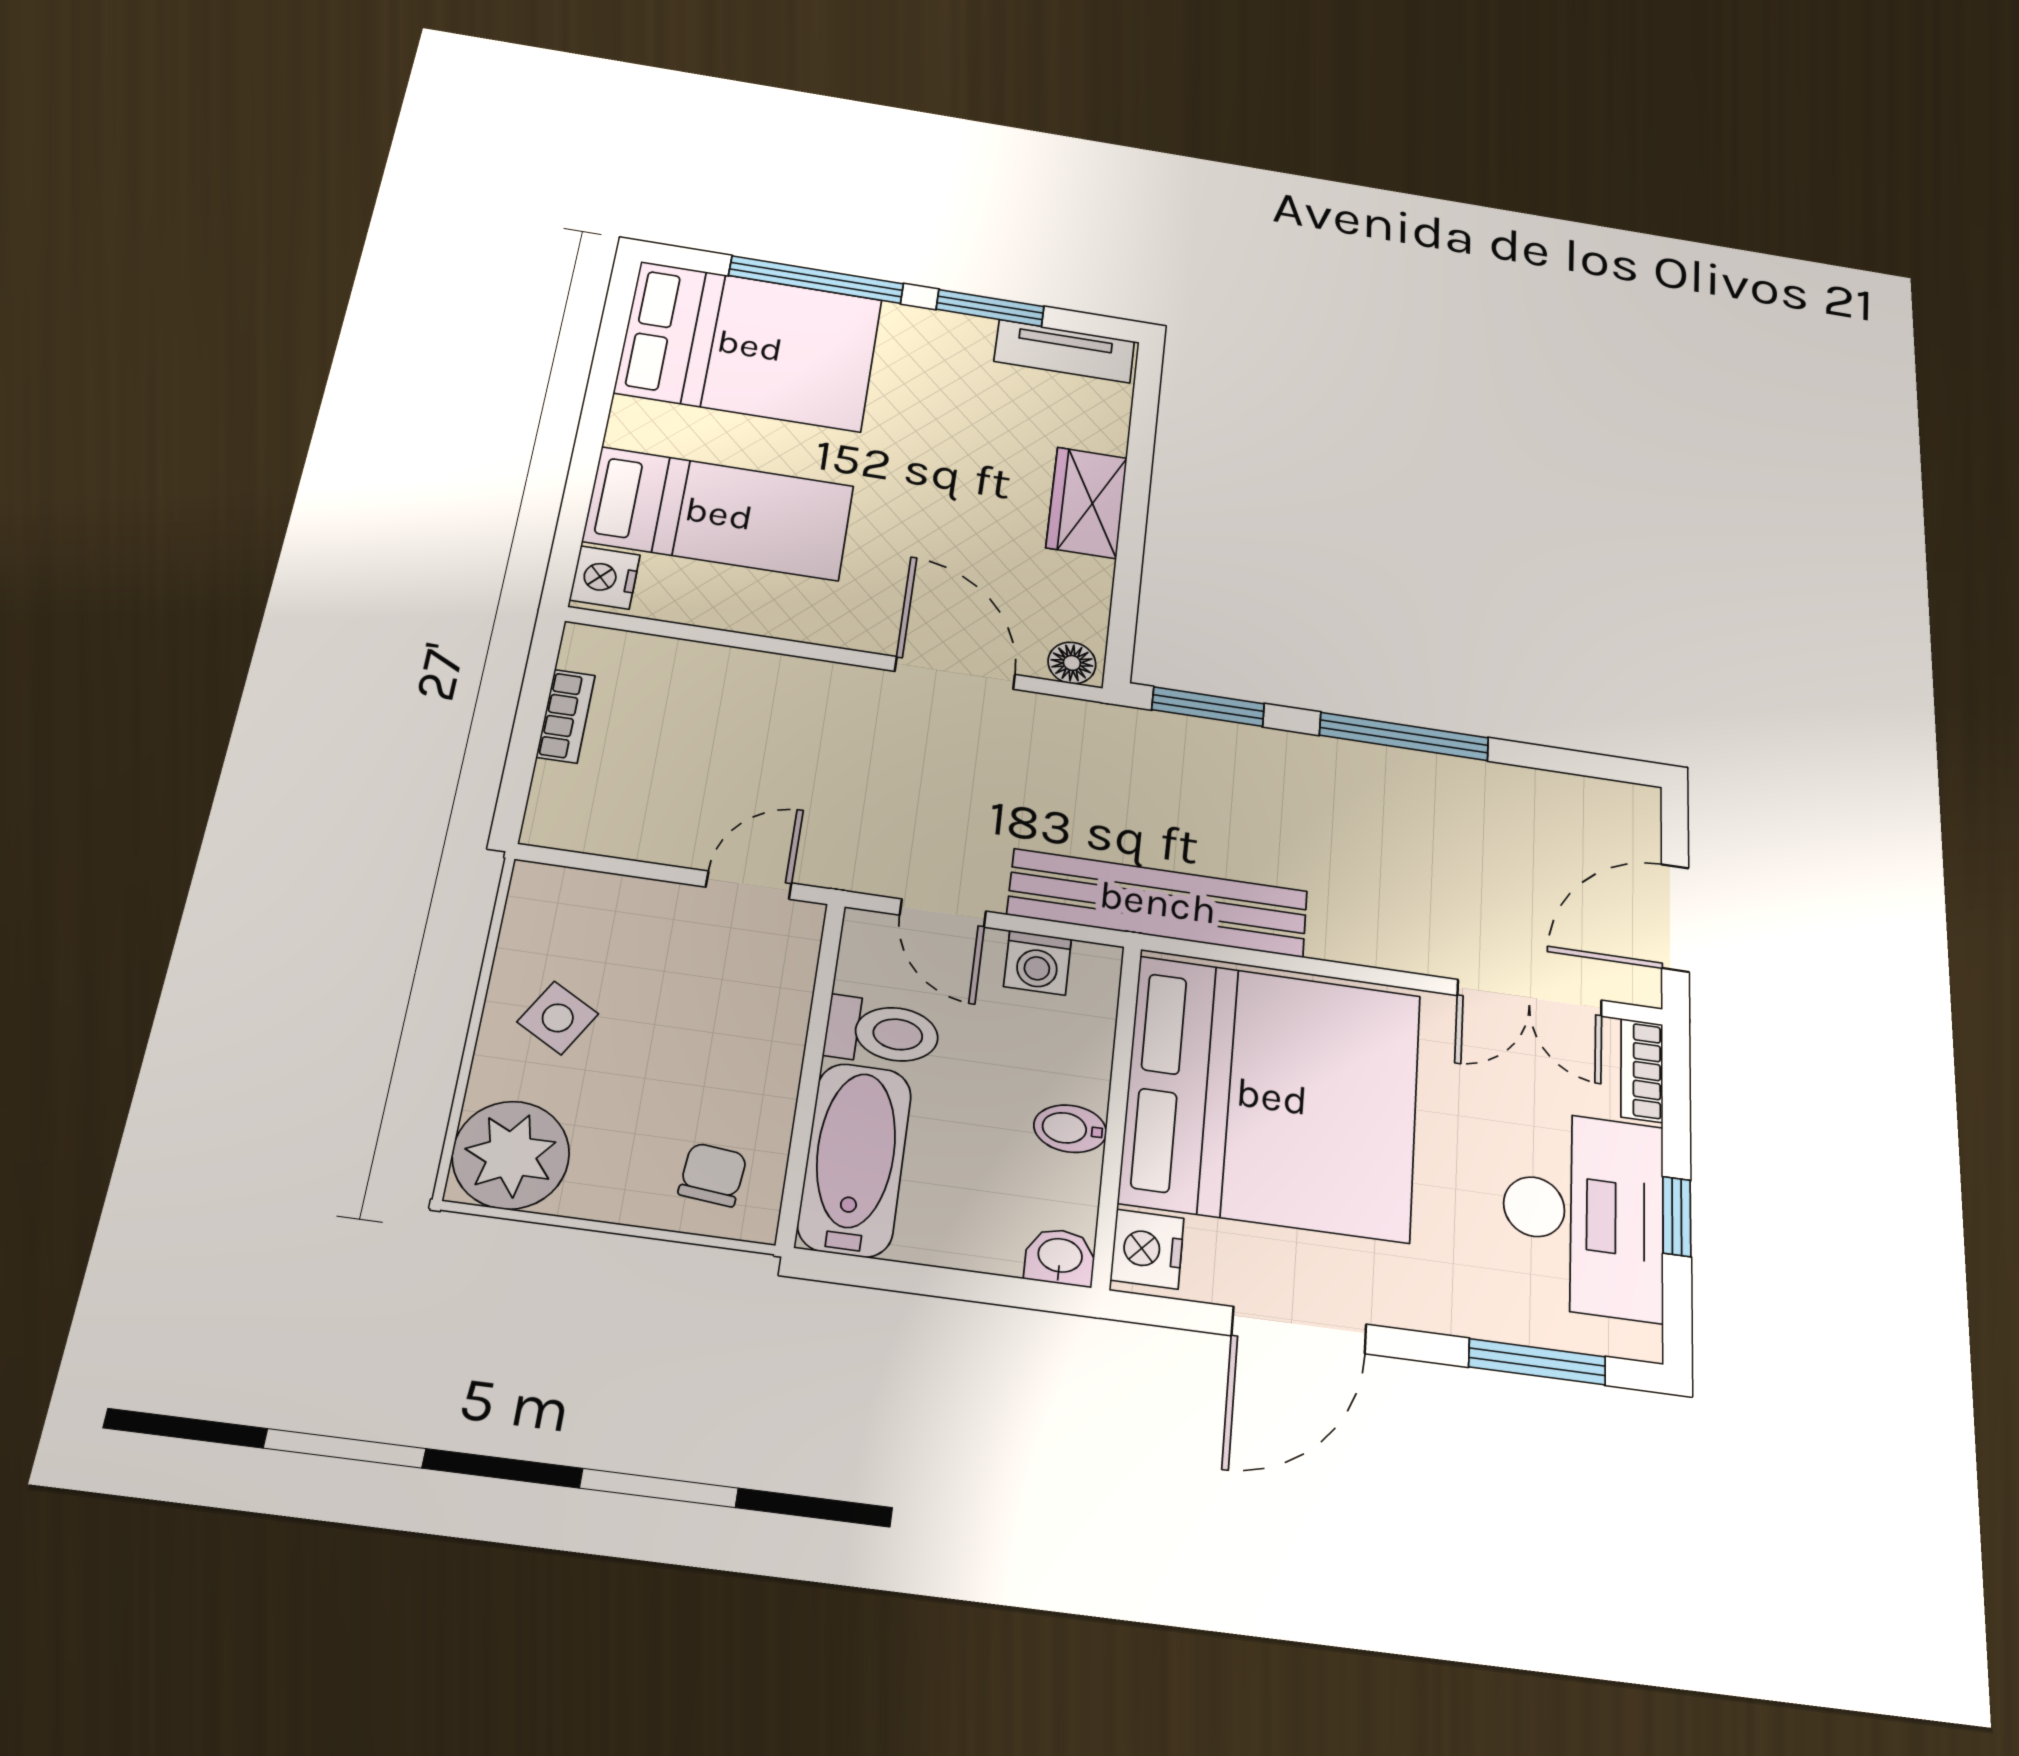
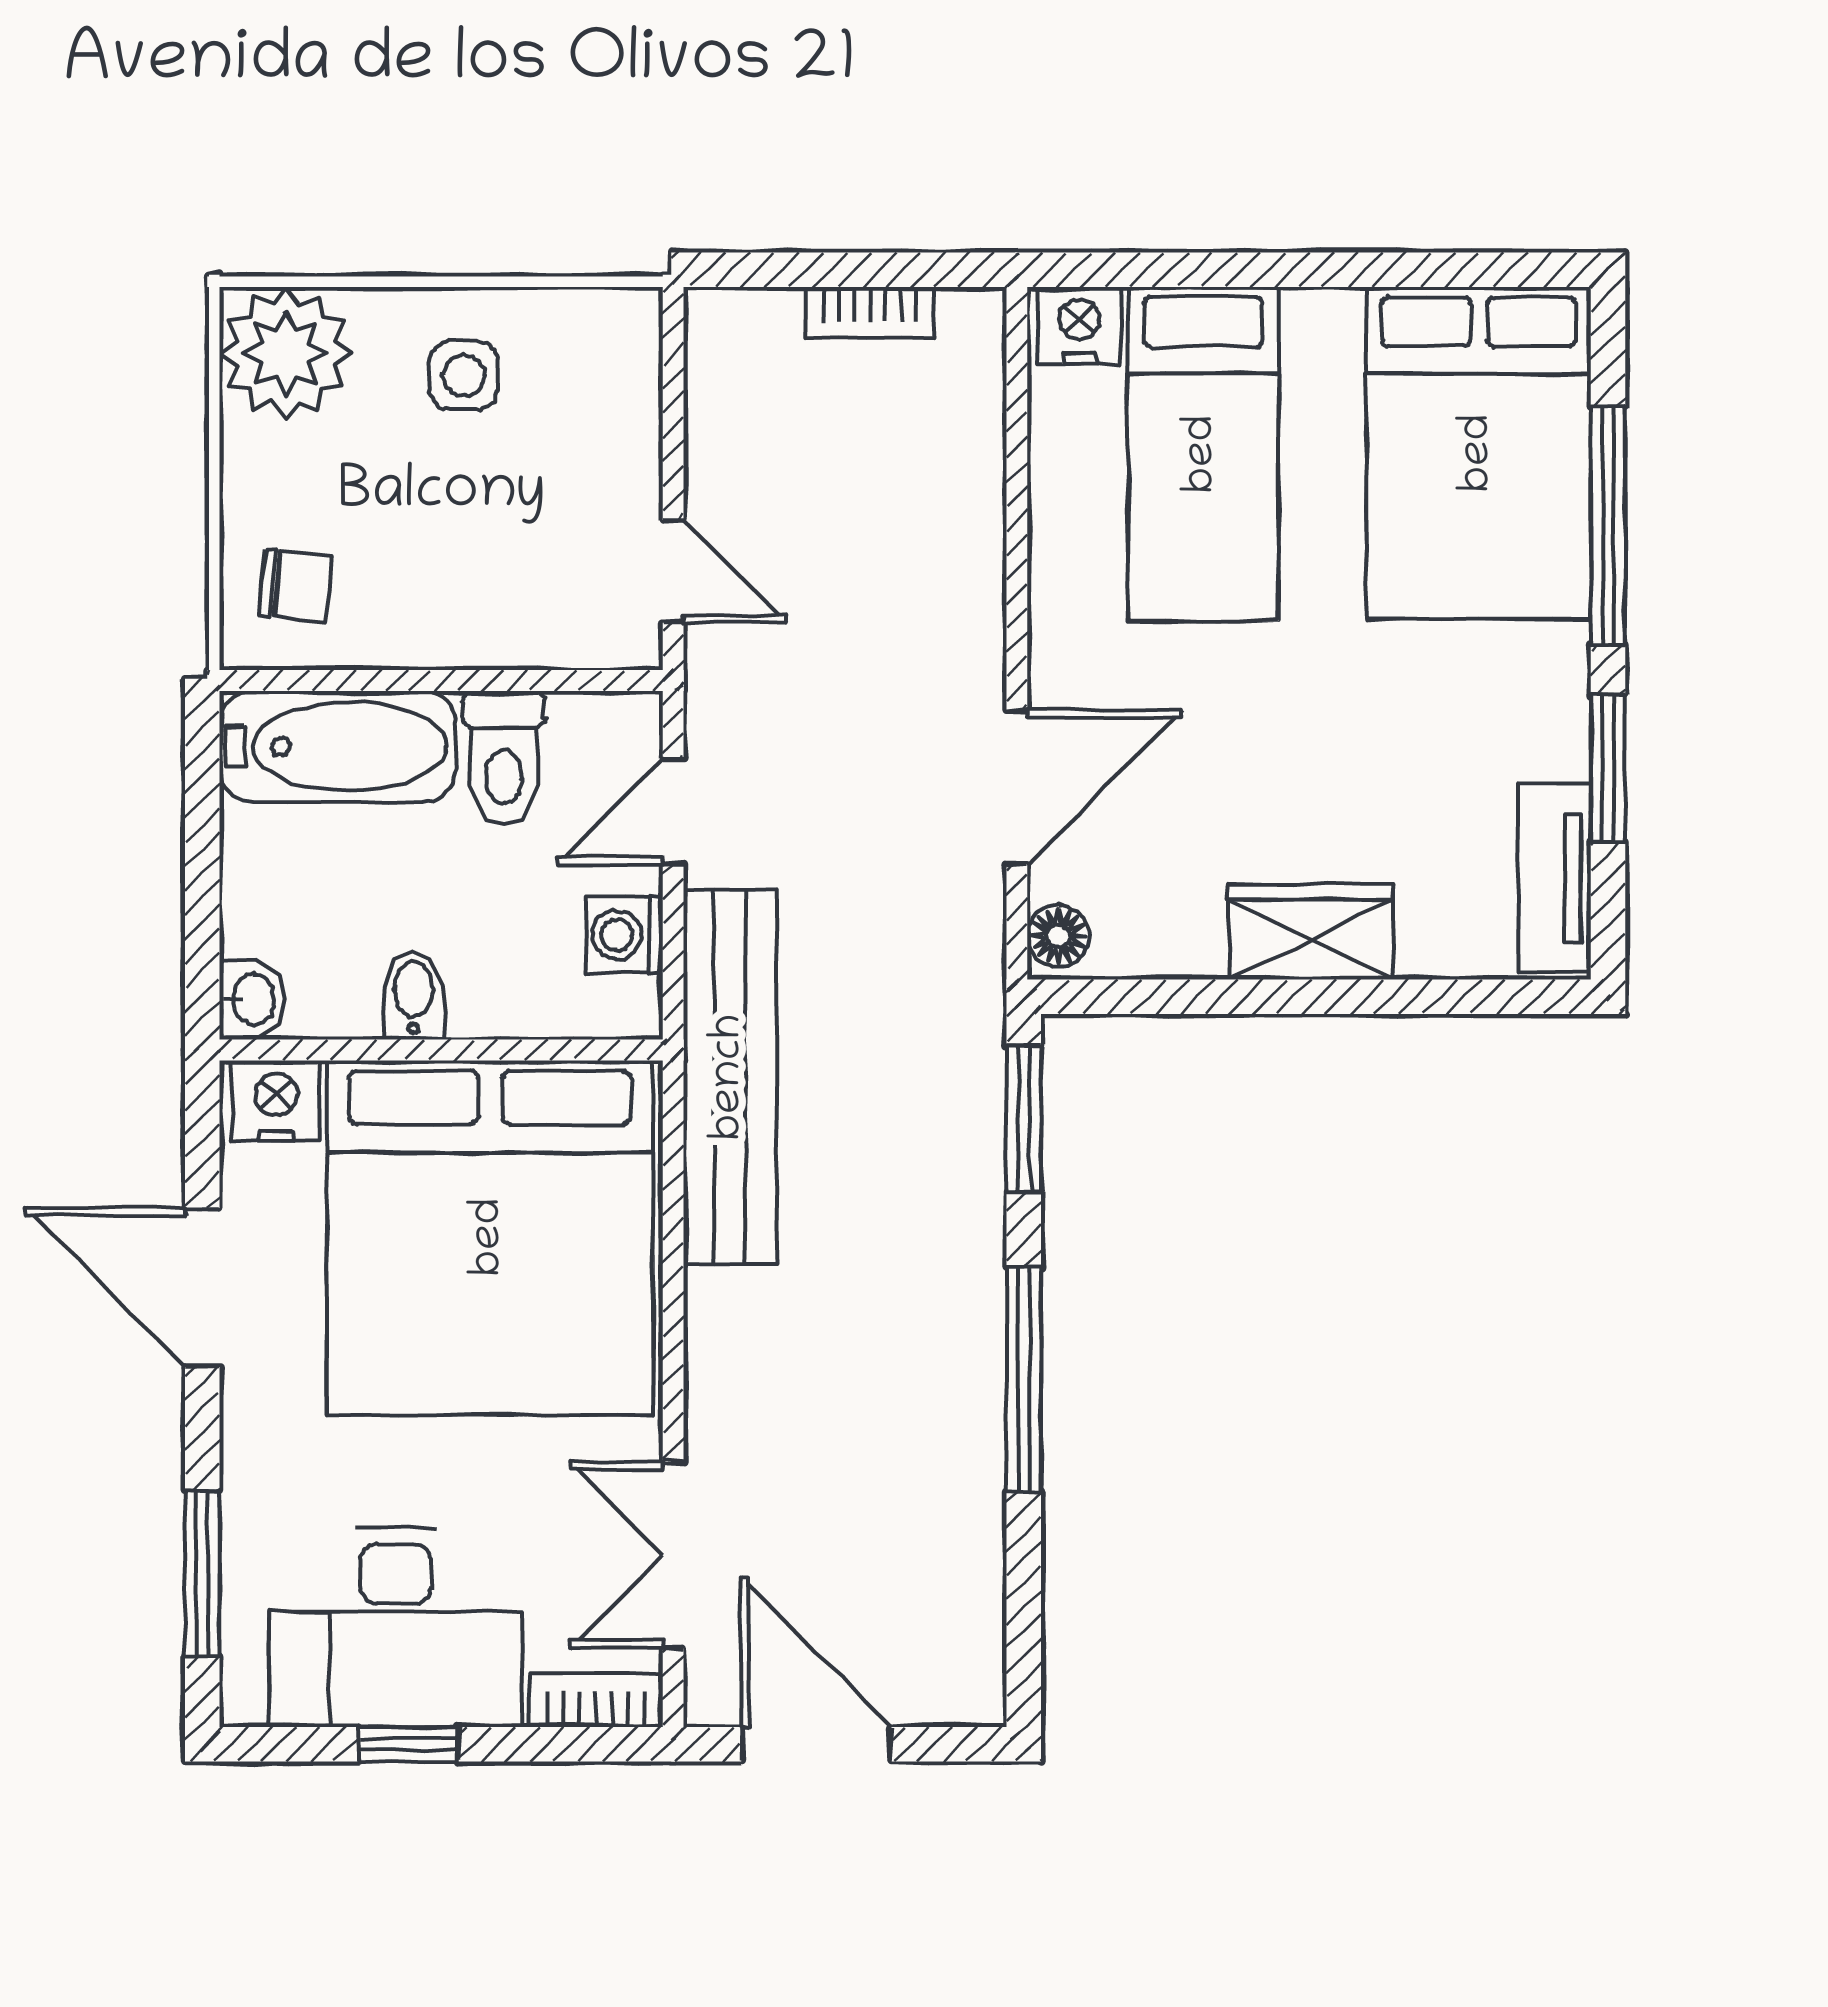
side table: (558, 1018) -> (464, 375), turned -30

